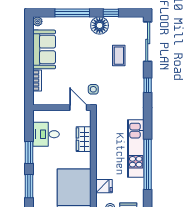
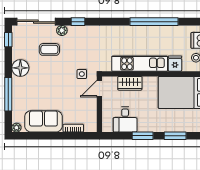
window: (111, 13) -> (8, 40), moved
plant: (139, 69) -> (62, 30), added
kitchen unit: (136, 148) -> (140, 64), moved, turned 180

